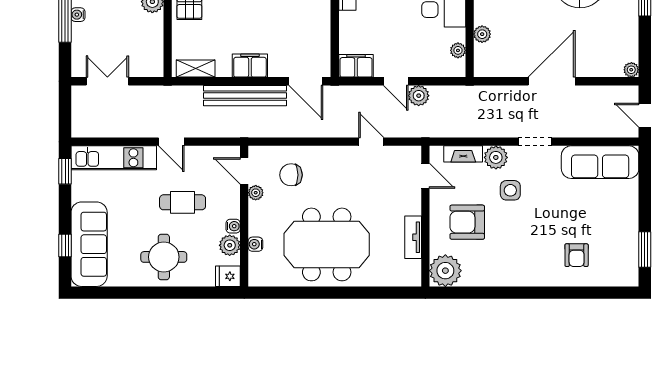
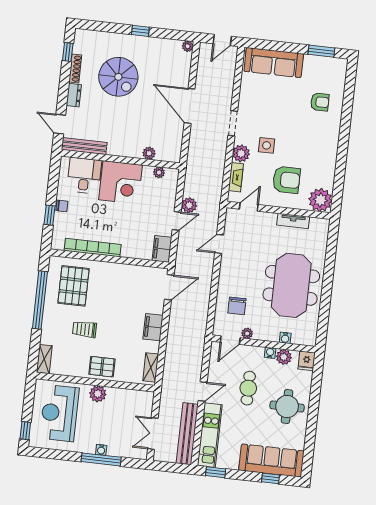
bench: (245, 96) -> (187, 434), moved
sofa: (600, 162) -> (274, 63), moved, turned 90
armchair: (467, 222) -> (286, 180), turned -90

